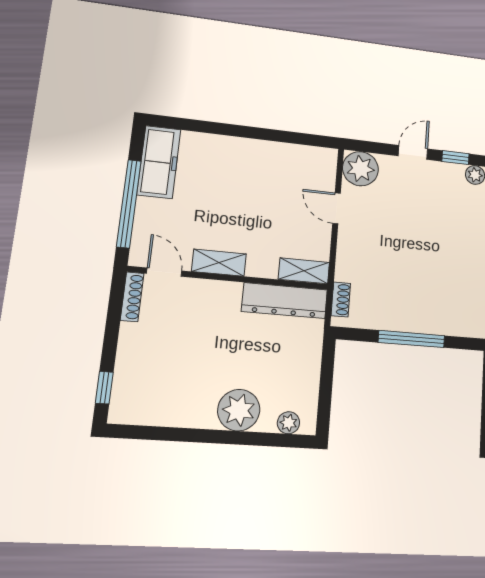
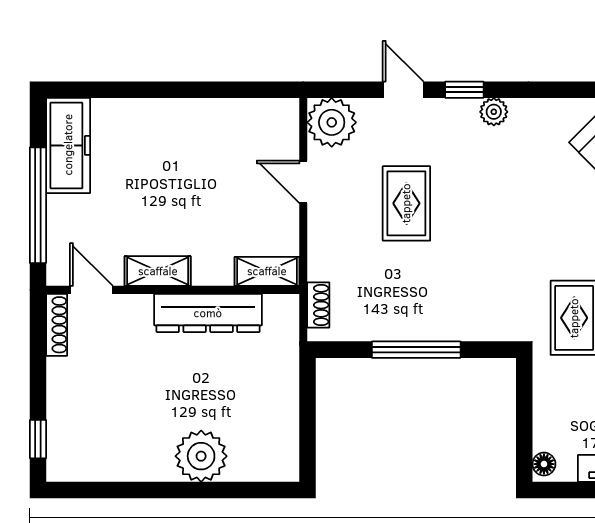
door: (413, 152) -> (403, 90), hinge flipped
rug: (411, 232) -> (406, 203), added
dresser: (285, 301) -> (208, 313), moved
plant: (289, 423) -> (264, 468), removed

